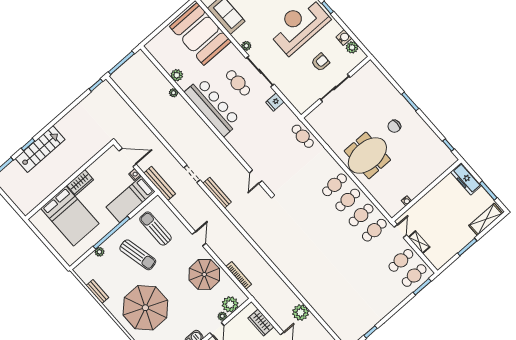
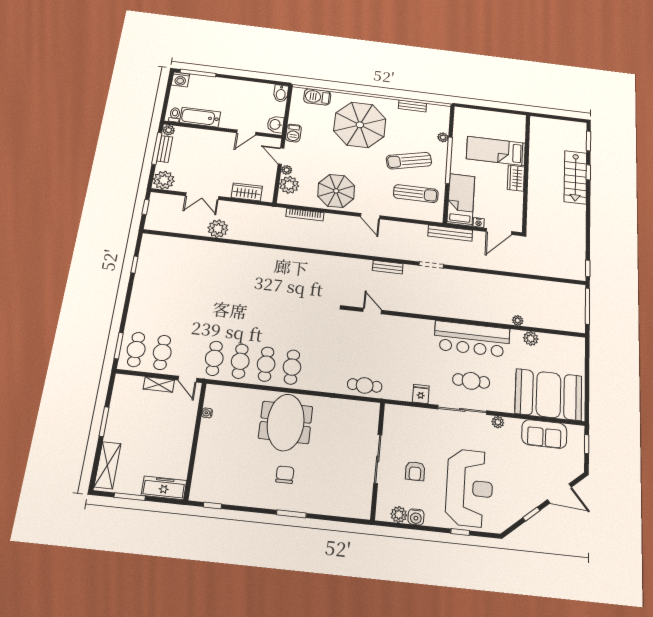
bench: (217, 193) -> (388, 267), width x0.73
bed: (70, 216) -> (496, 151), width x0.67

